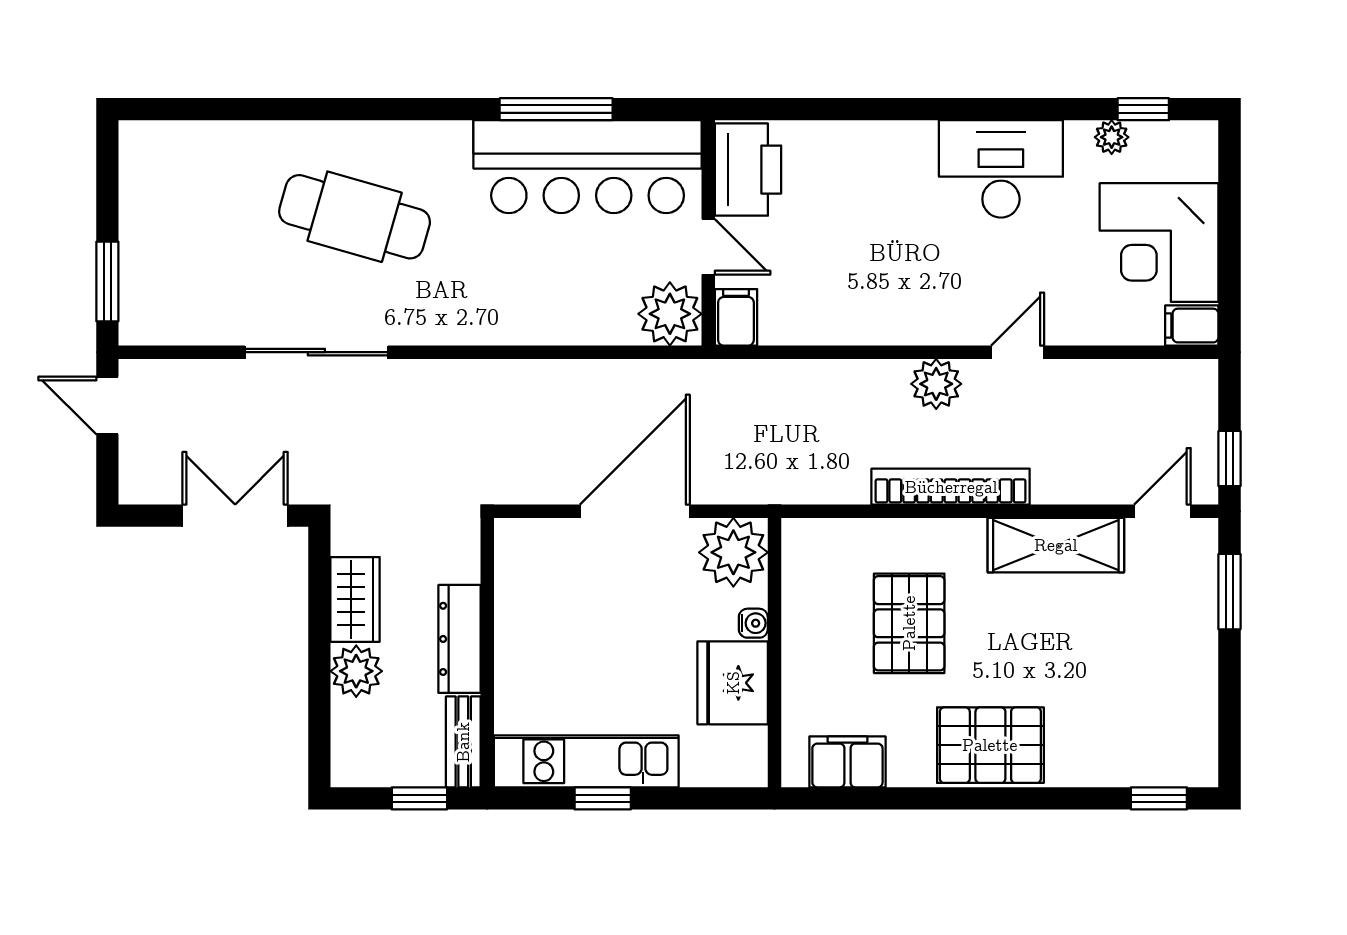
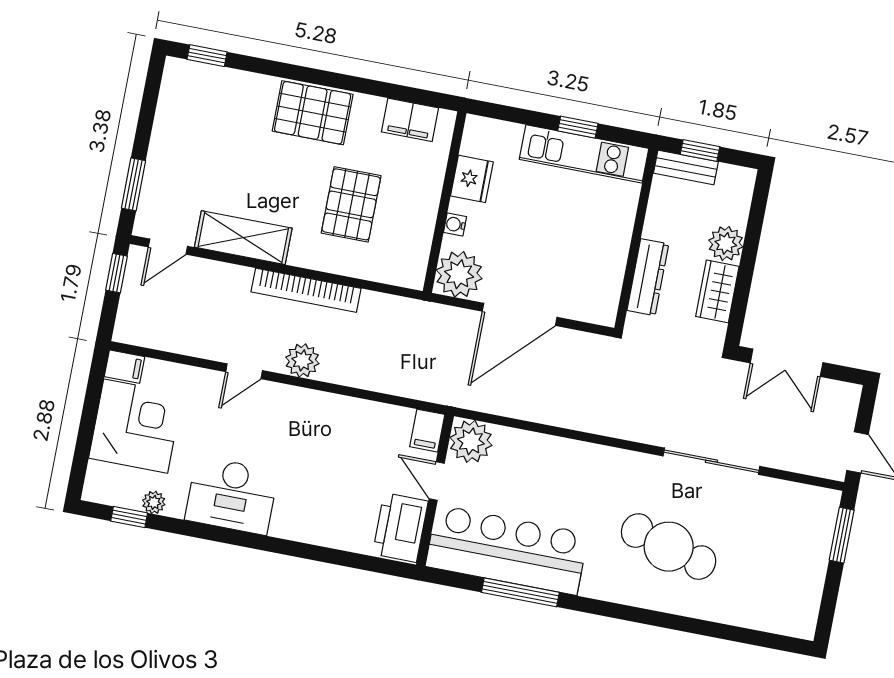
dresser: (460, 639) -> (648, 277), moved
fridge: (733, 683) -> (472, 179), width x0.73, depth x0.75
bench: (463, 742) -> (686, 167), moved, turned 90

